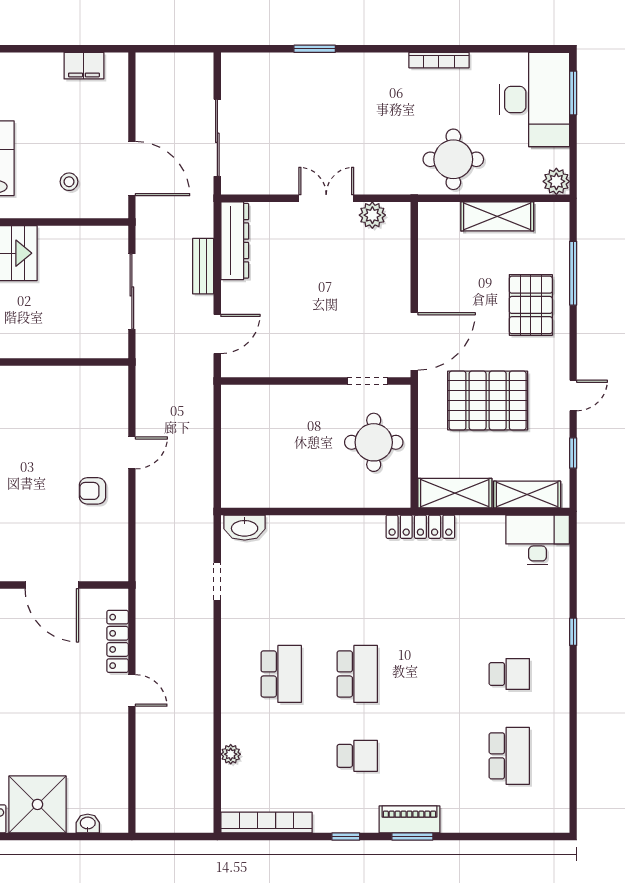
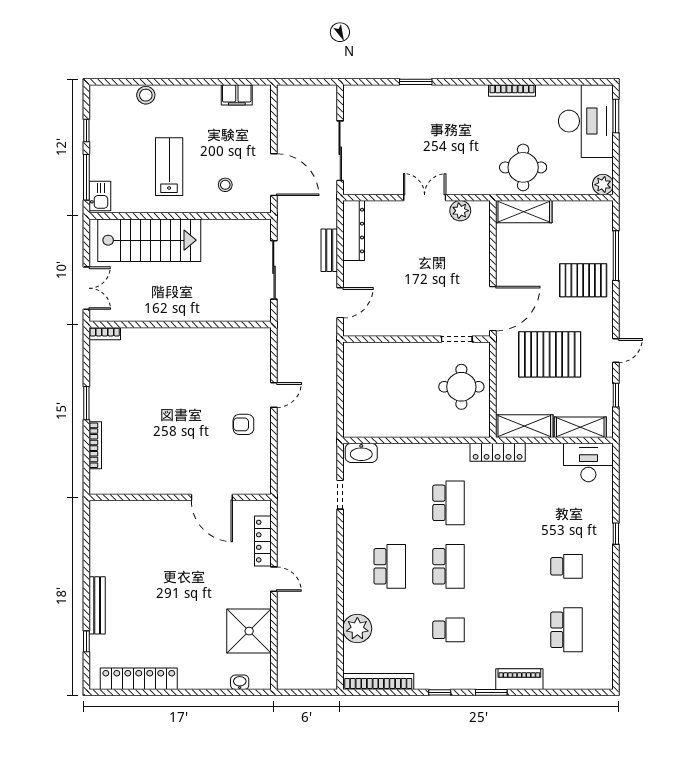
shelving: (497, 216) -> (524, 212), moved
pallet: (531, 305) -> (583, 280), turned 90
school desk: (357, 592) -> (449, 503), added
plant: (231, 754) -> (357, 629), width x1.88, depth x1.88
shower: (38, 804) -> (249, 631), moved
piano: (409, 819) -> (519, 679), moved

